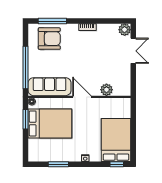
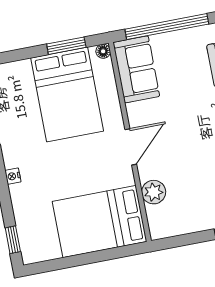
sofa: (50, 87) -> (136, 69), width x0.73
bed: (116, 140) -> (99, 222), moved, turned 180

